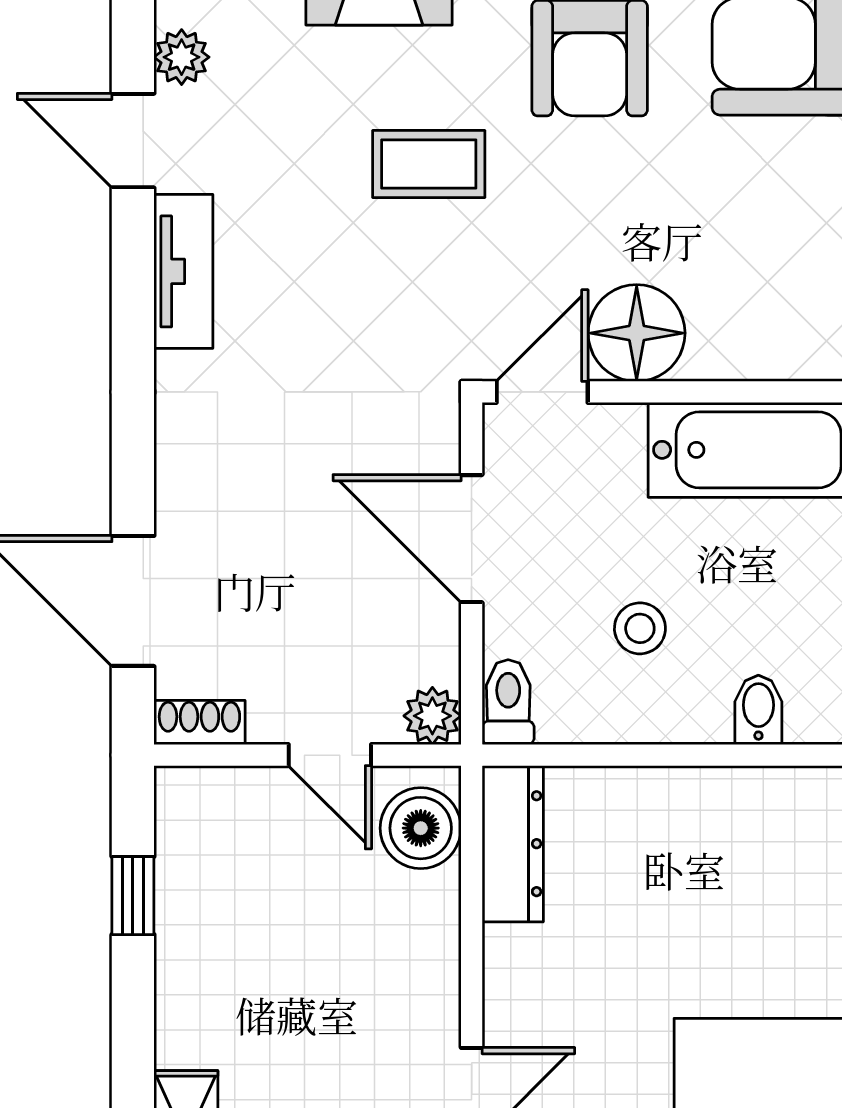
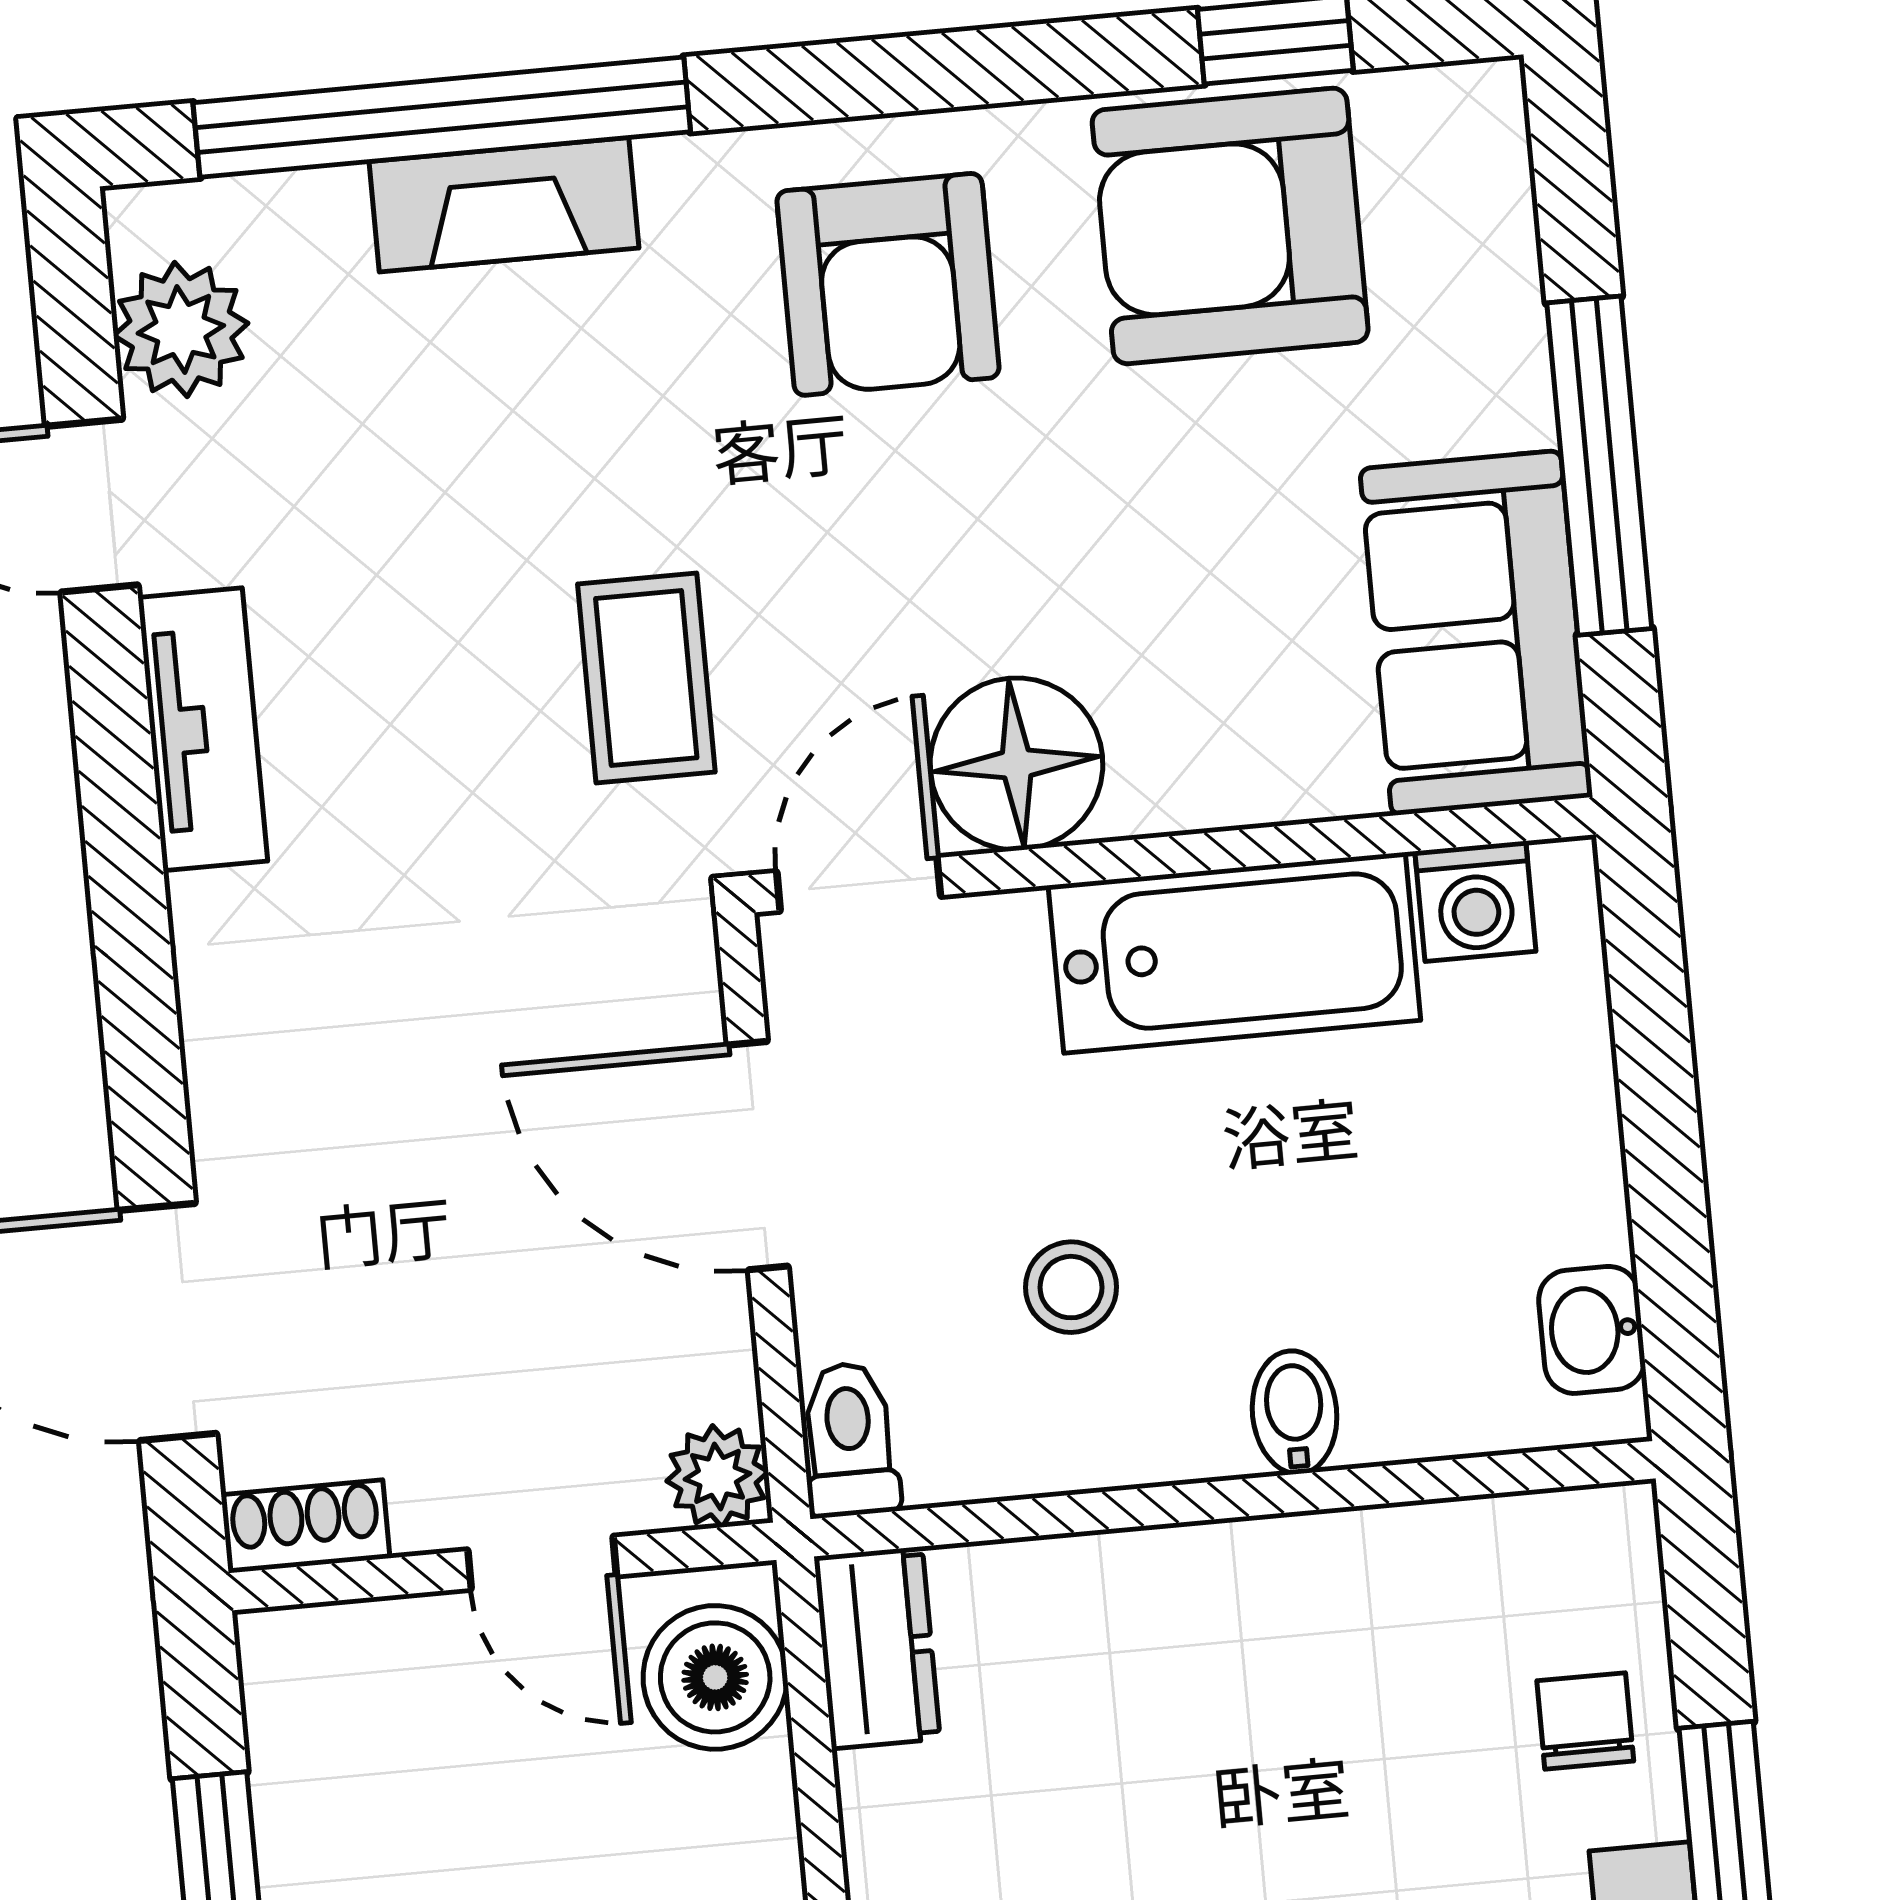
plant: (182, 57) -> (181, 329), width x1.38, depth x1.38
coffee table: (429, 164) -> (646, 678), moved, turned 90
dresser: (513, 844) -> (877, 1648), width x0.70

